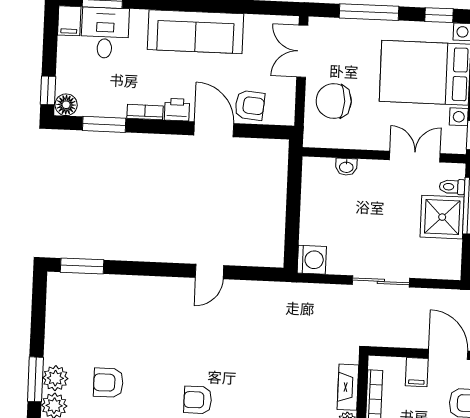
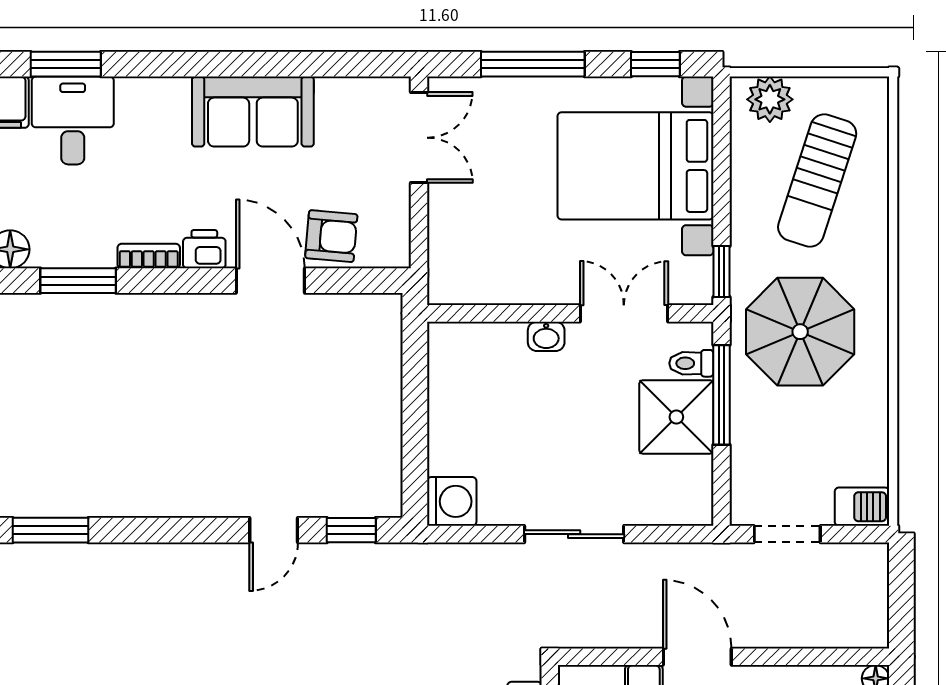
sofa: (196, 32) -> (253, 112), width x0.73
double door: (302, 51) -> (419, 138), swing flipped
chair: (334, 101) -> (478, 222), removed
washbasin: (346, 167) -> (546, 336), moved
window: (254, 274) -> (351, 530), added

